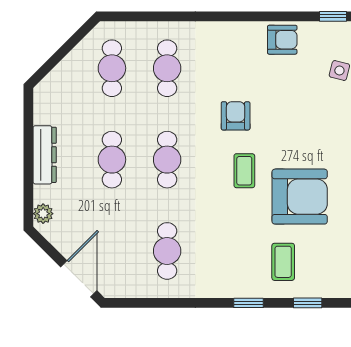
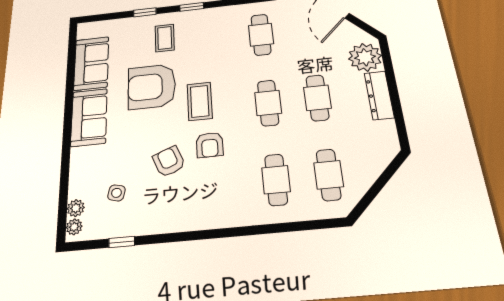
armchair: (282, 40) -> (169, 161), moved, turned 68
coffee table: (244, 171) -> (200, 101), width x1.36, depth x1.30
plant: (43, 214) -> (365, 57), width x1.88, depth x1.88

